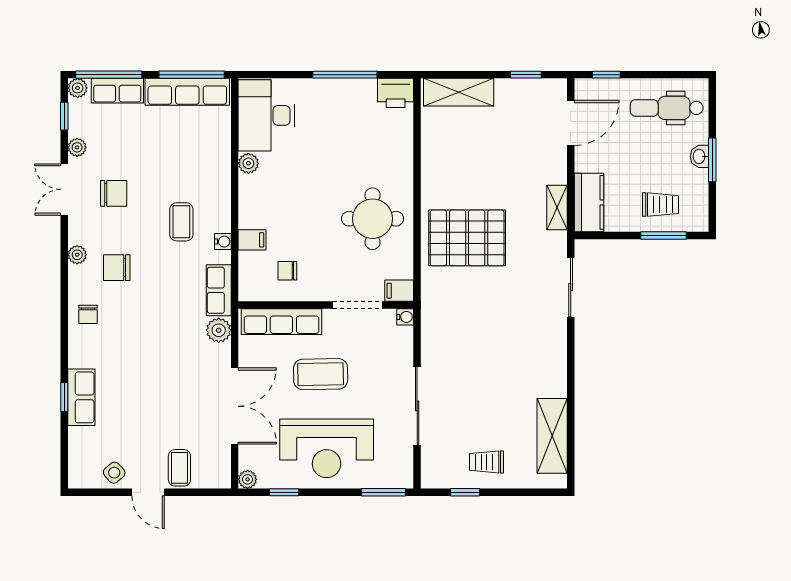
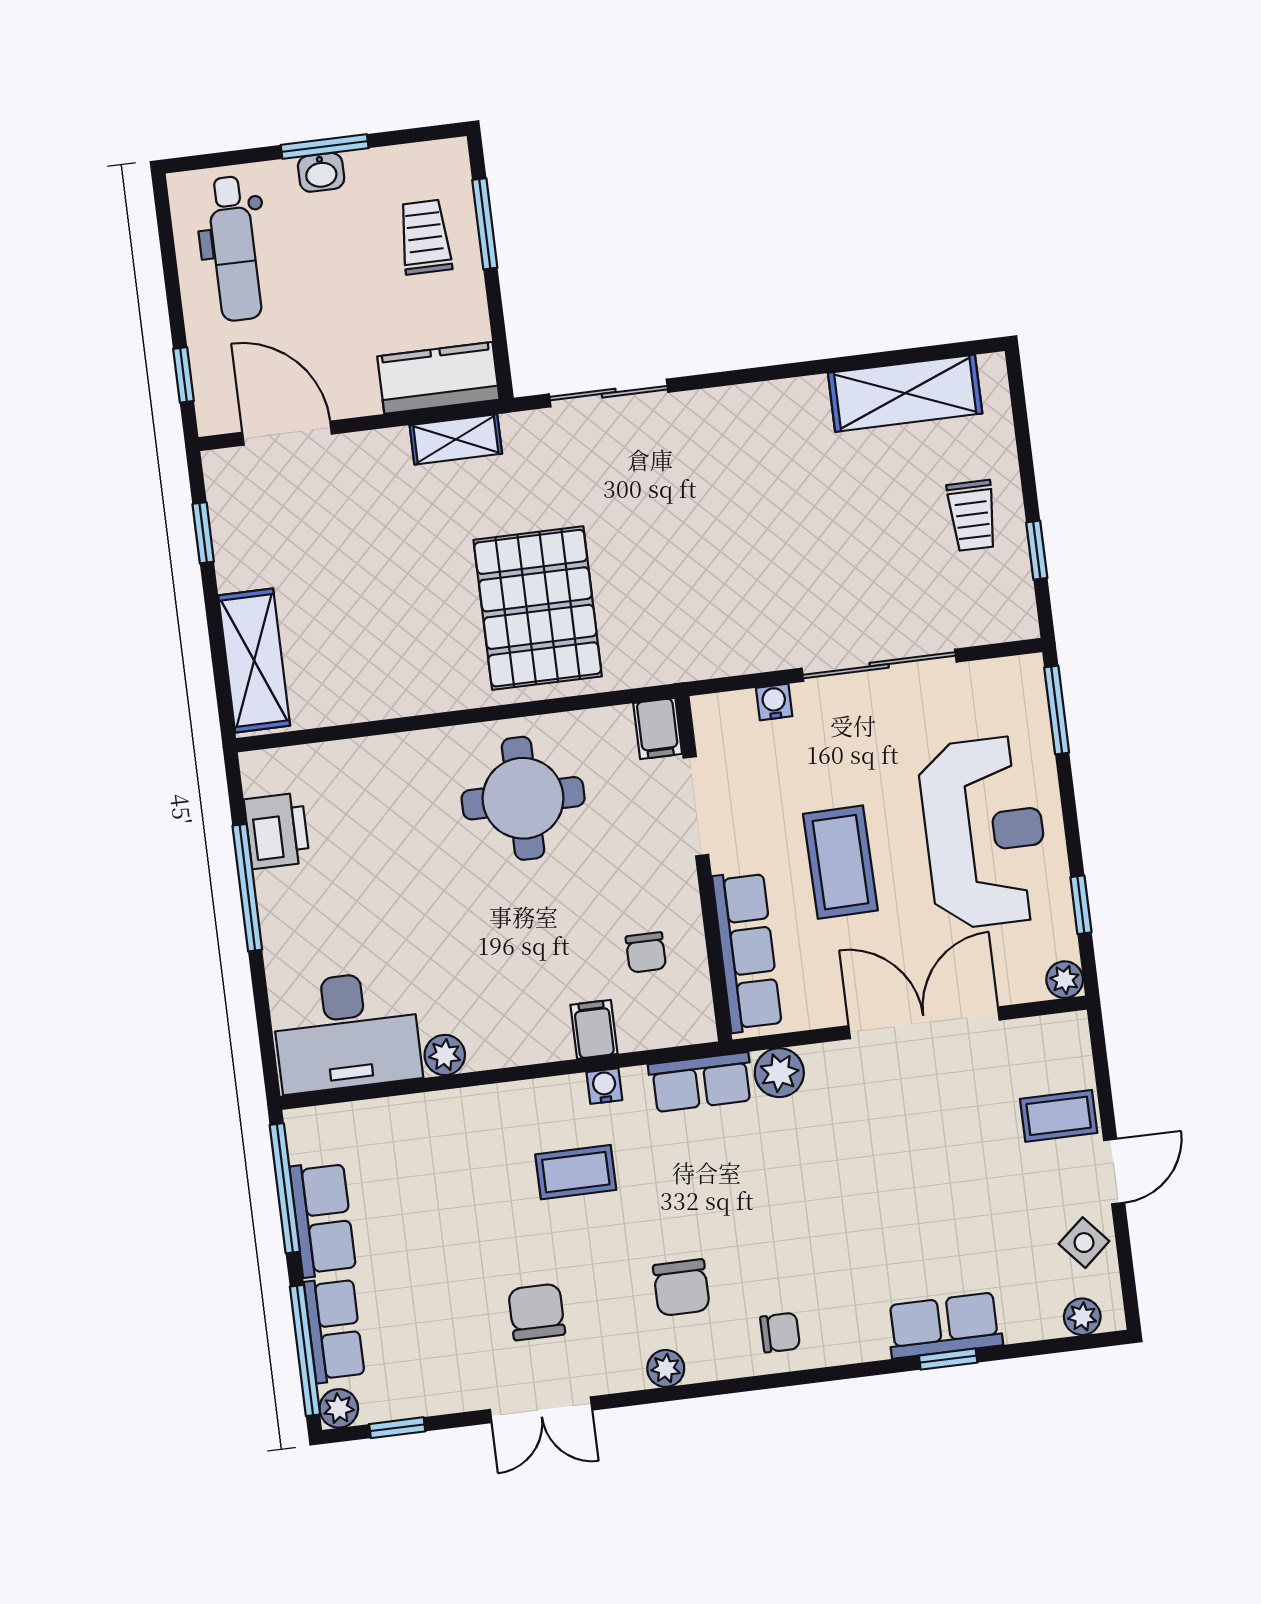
row of seats: (187, 92) -> (323, 1219), width x0.68
printer: (396, 93) -> (277, 831), moved
plant: (77, 147) -> (1082, 1317), moved
water cooler: (405, 317) -> (774, 702), moved

